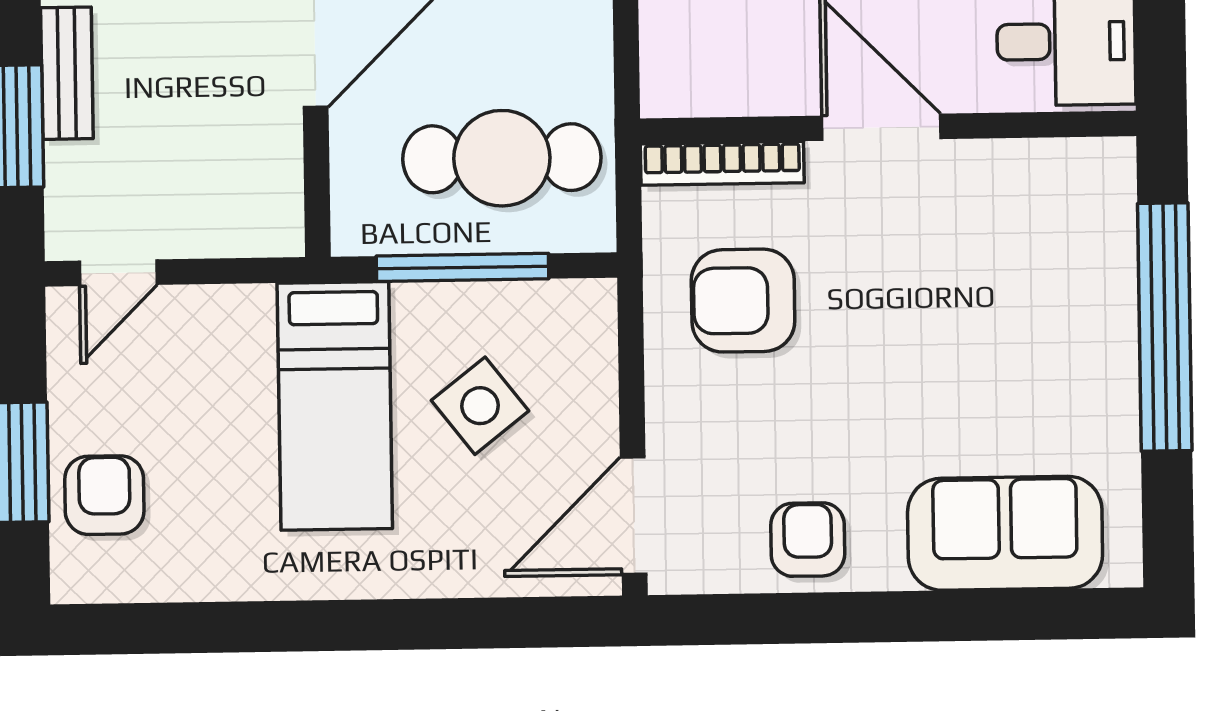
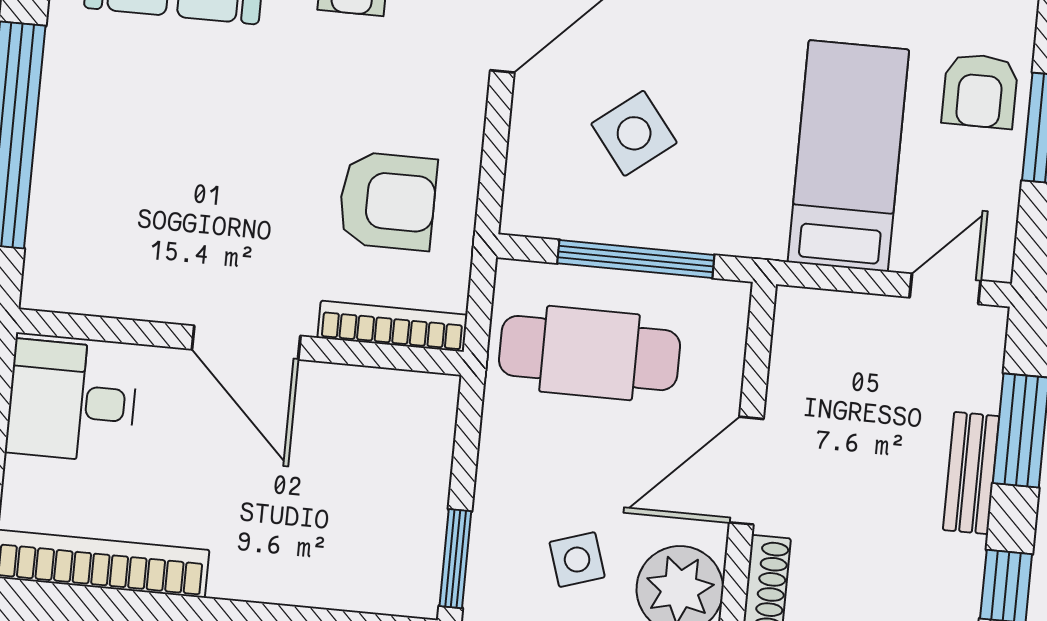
bed: (335, 406) -> (848, 156), moved

